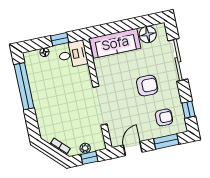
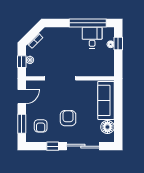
window: (60, 39) -> (118, 43), moved
desk: (73, 54) -> (92, 38), moved, turned 180
armchair: (147, 86) -> (68, 118), turned 180
window: (188, 110) -> (53, 146), moved
door: (133, 149) -> (22, 97), hinge flipped

